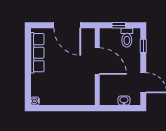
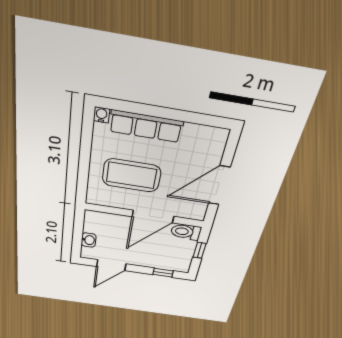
toilet: (127, 38) -> (186, 232), moved
row of seats: (37, 53) -> (146, 126), moved
coffee table: (70, 79) -> (132, 175), added

